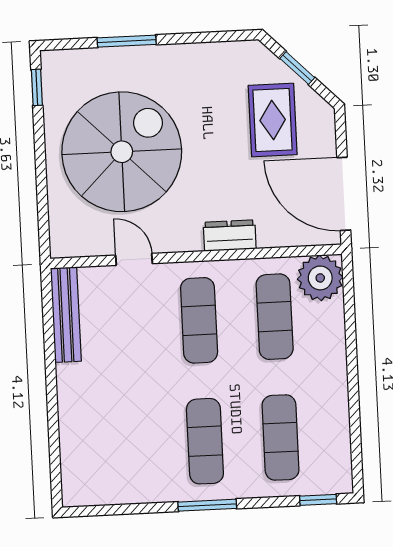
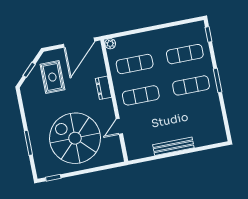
rug: (273, 120) -> (52, 77), turned 90
plant: (320, 278) -> (110, 44), width x0.53, depth x0.53
bench: (66, 315) -> (173, 146), moved

